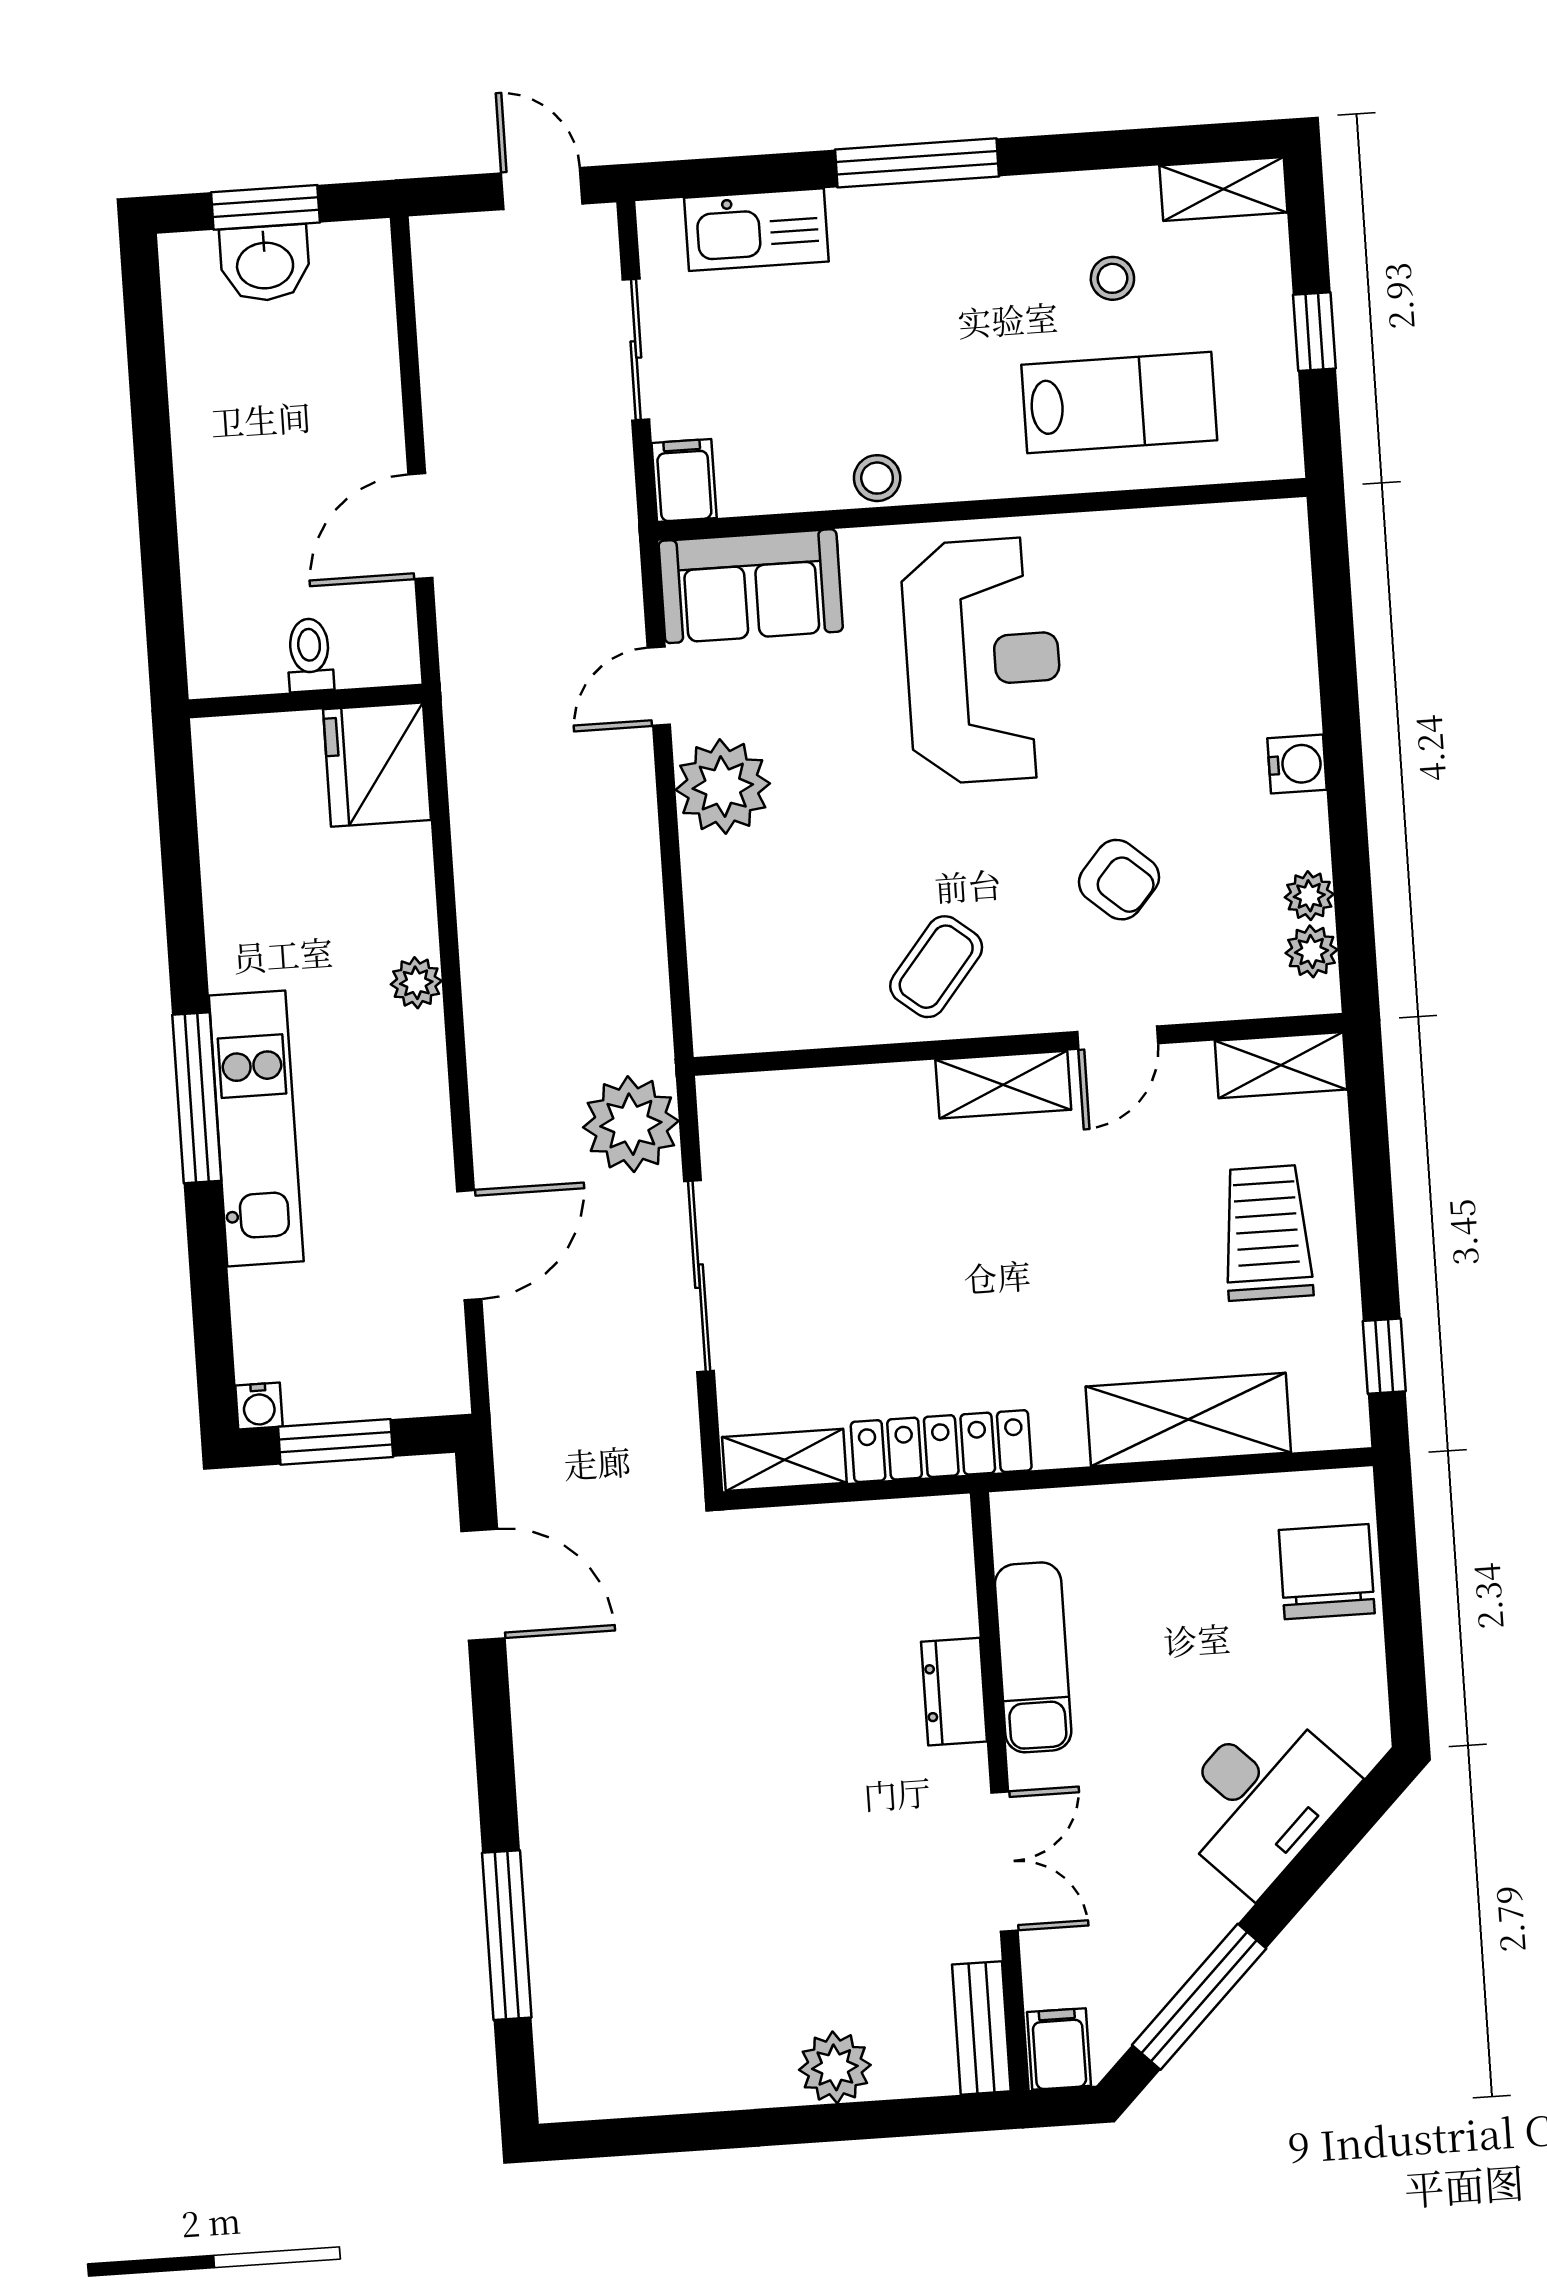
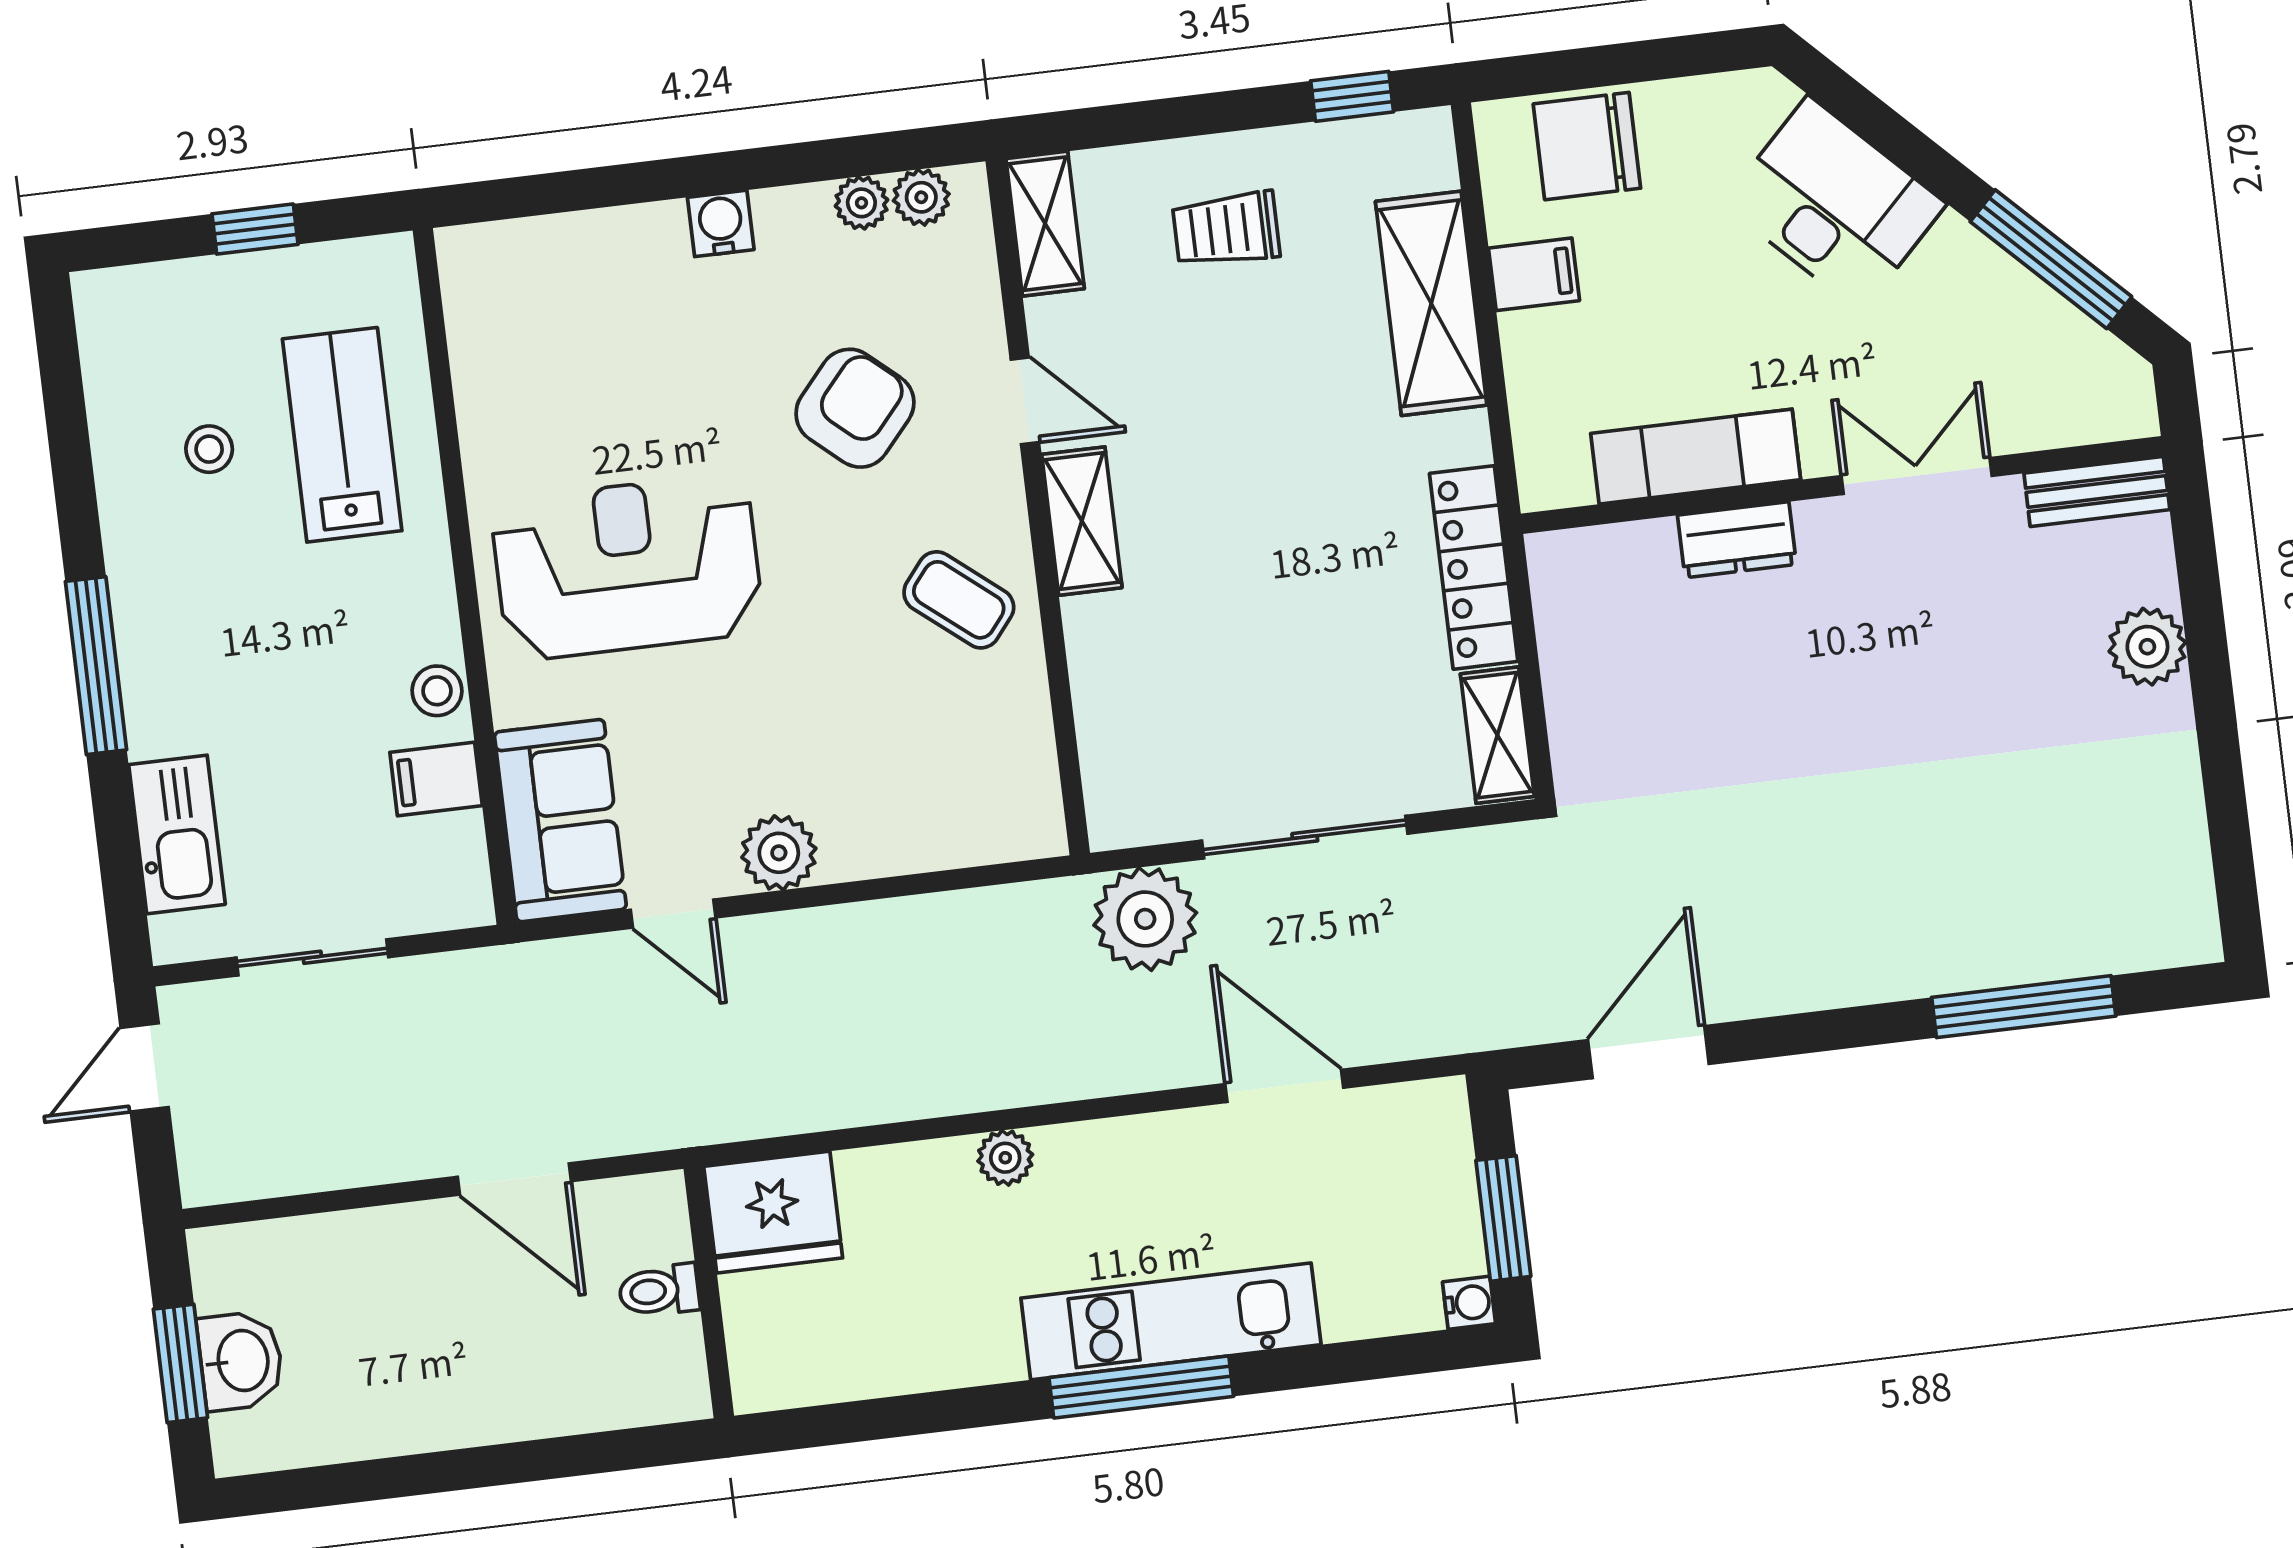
shelving: (1223, 189) -> (107, 335), removed
filing cabinet: (684, 480) -> (436, 779), moved
plant: (723, 787) -> (779, 853), width x0.73, depth x0.73
armchair: (1119, 880) -> (855, 408), width x1.38, depth x1.38
trolley: (1267, 1233) -> (1226, 229), width x0.73, depth x0.72
filing cabinet: (1059, 2049) -> (1534, 274), moved, turned 180

